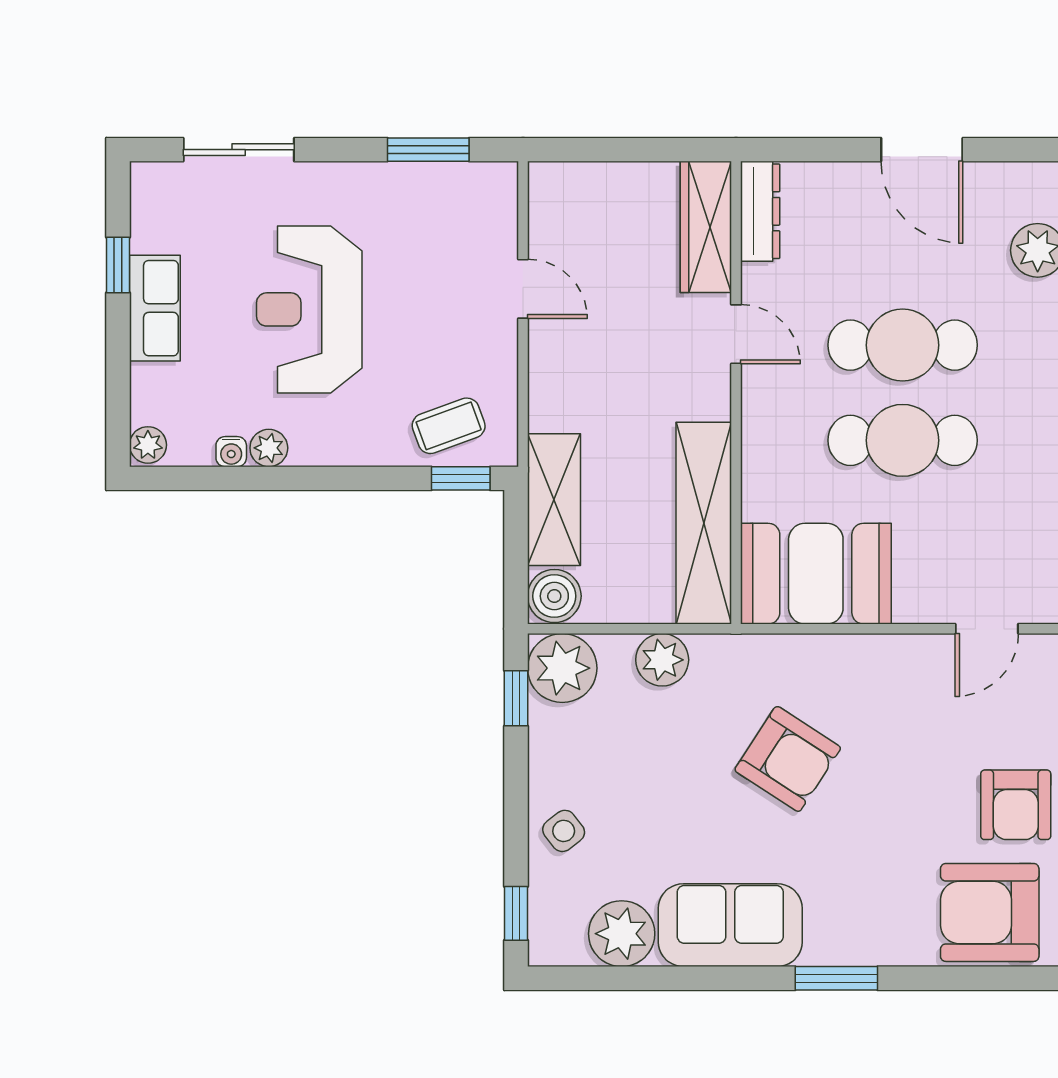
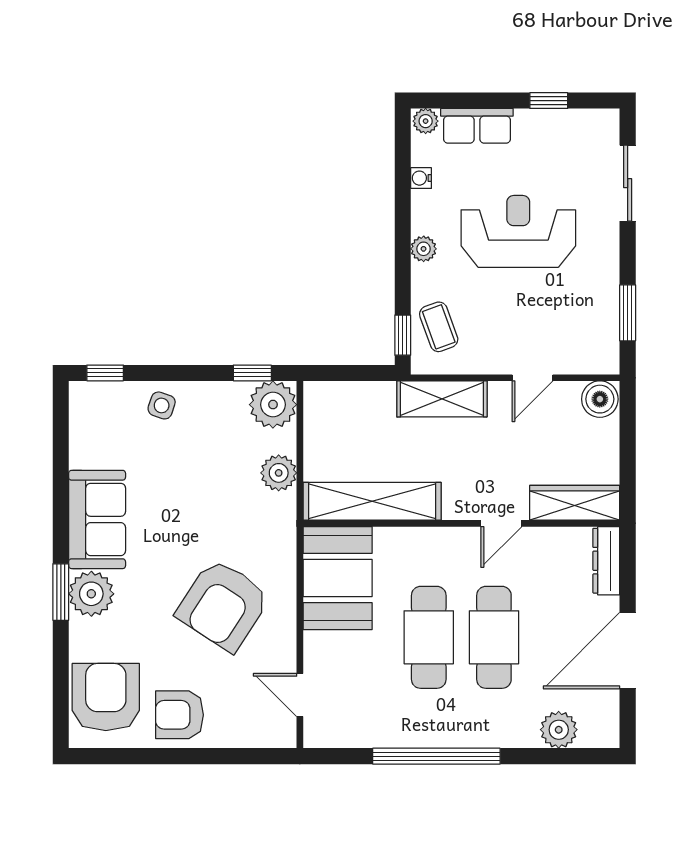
door: (922, 150) -> (628, 651), width x1.36
dresser: (760, 211) -> (606, 561), moved, turned 90
row of seats: (155, 308) -> (477, 126), moved
plant: (269, 448) -> (424, 249), moved
shelving: (554, 500) -> (442, 399), moved
boiler: (554, 596) -> (600, 399), moved
armchair: (788, 759) -> (223, 605), moved, width x1.36, depth x1.36
side table: (564, 831) -> (162, 405), turned -33
plant: (622, 934) -> (91, 594), moved

